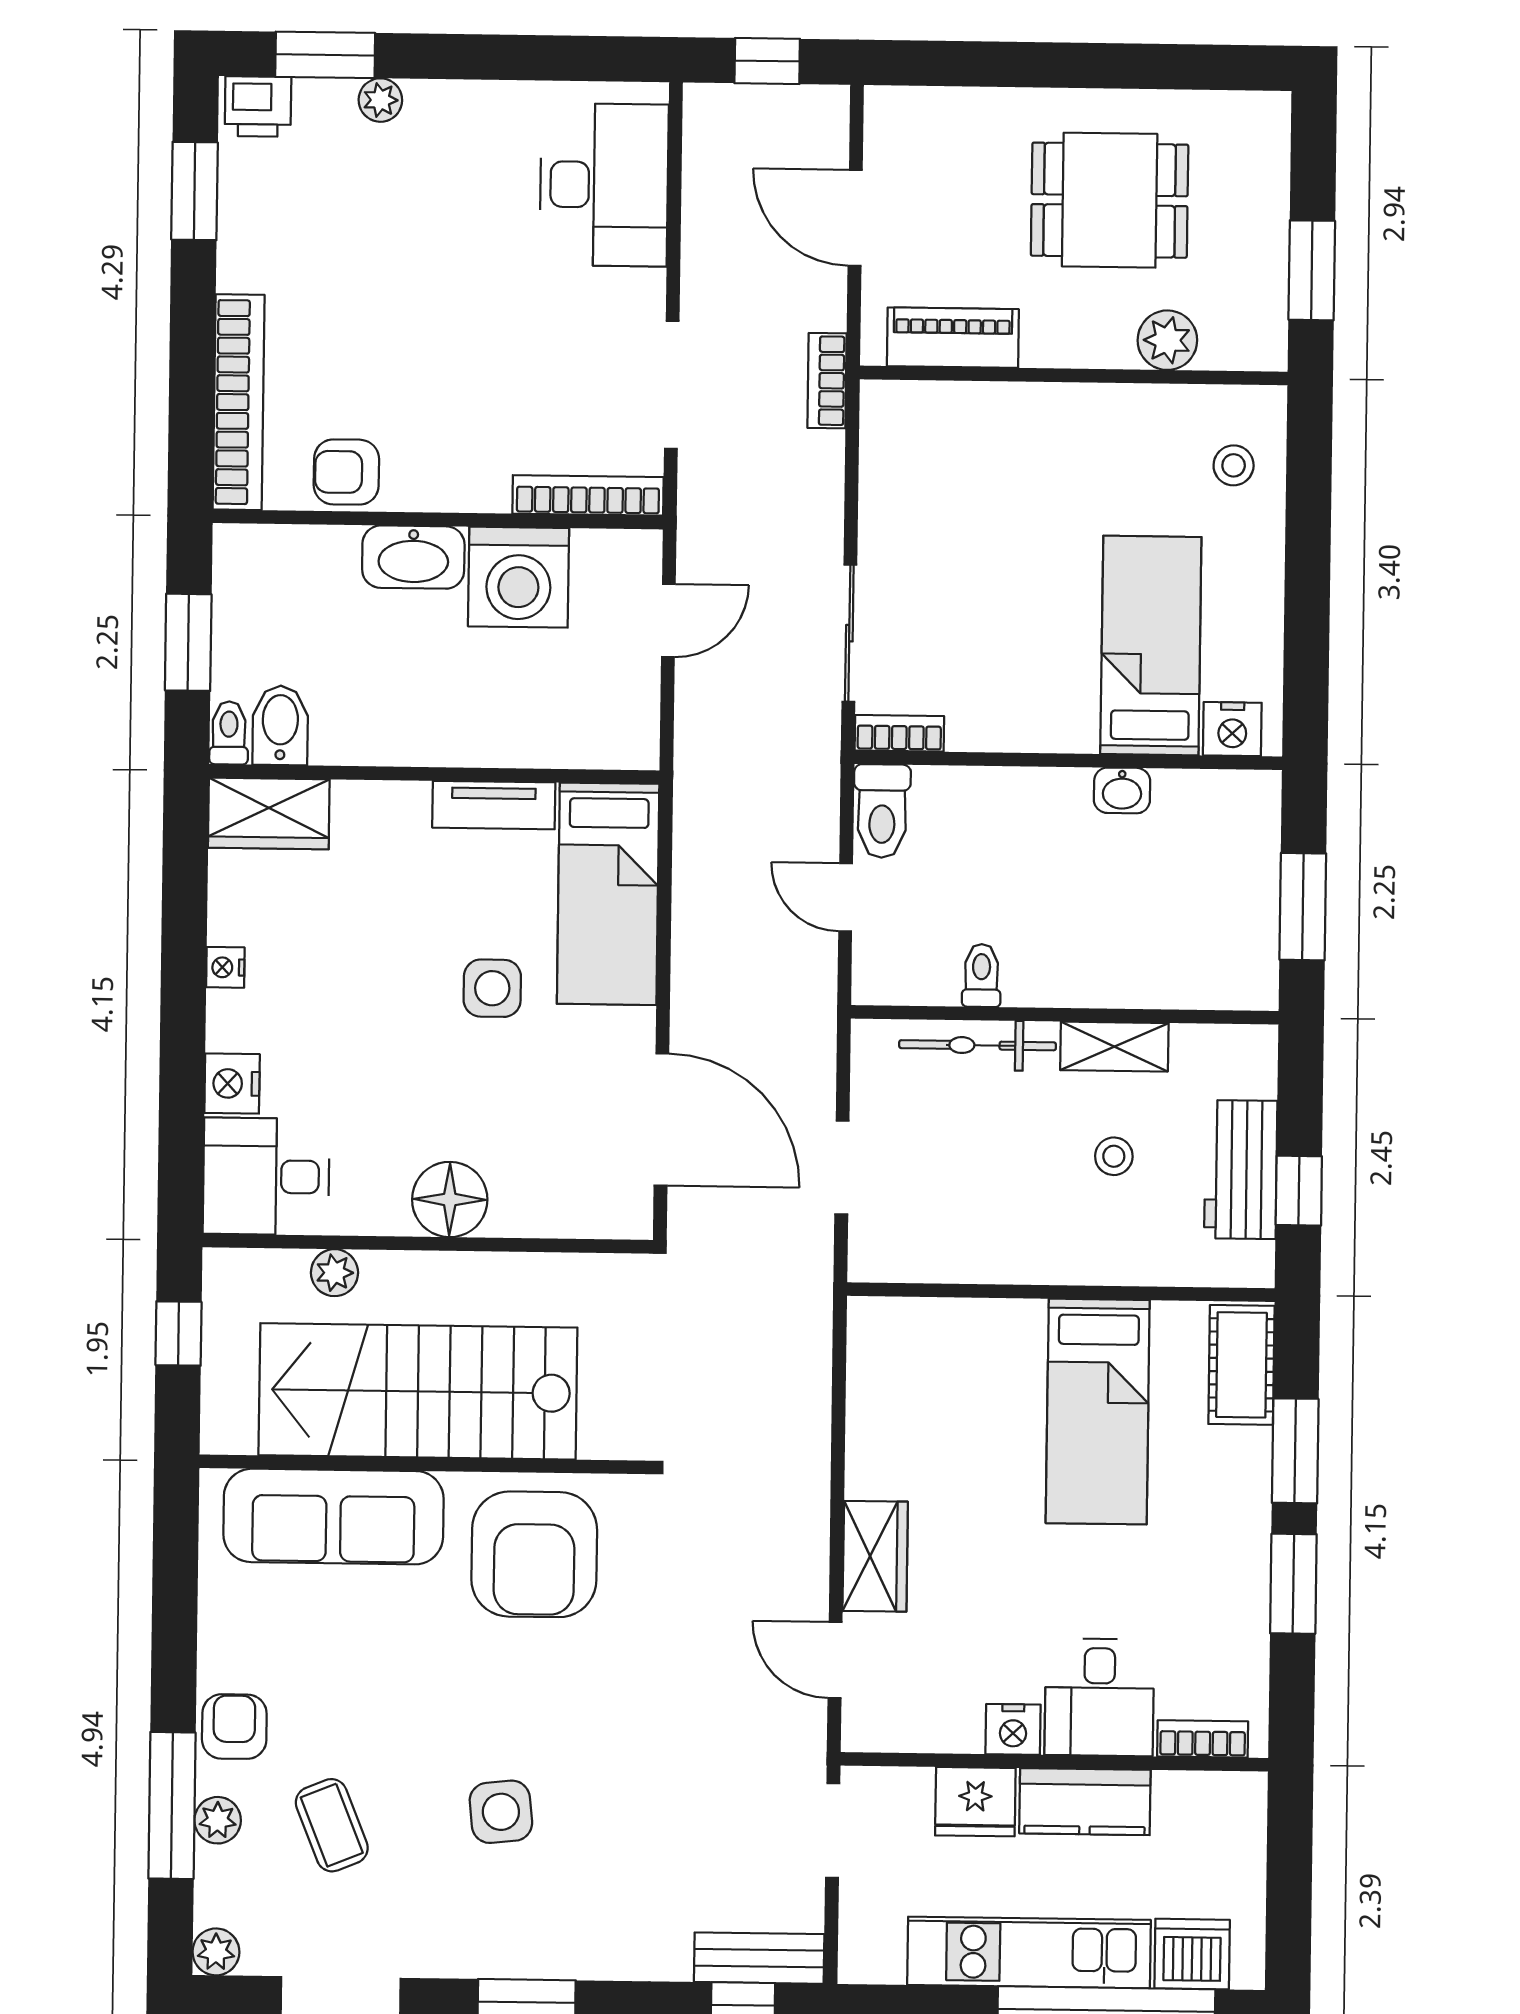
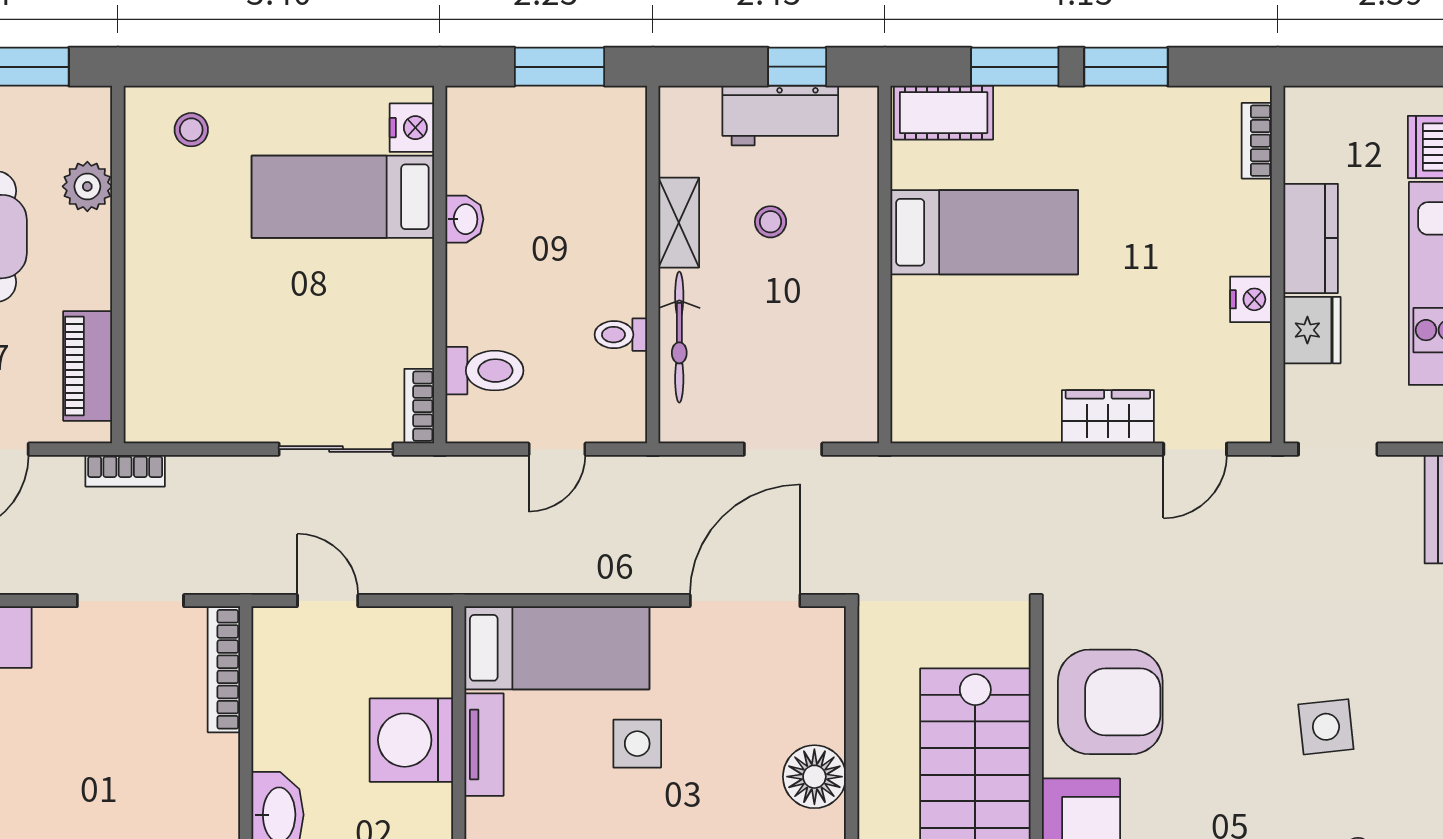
washing machine: (519, 577) -> (411, 740), moved, turned 180
toilet: (882, 811) -> (484, 371), moved
desk: (1099, 1697) -> (1223, 228), removed

